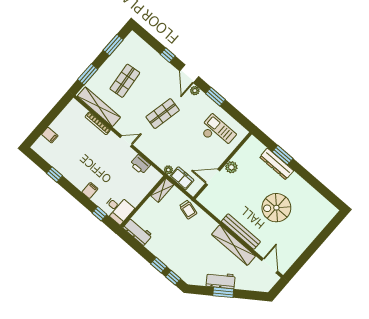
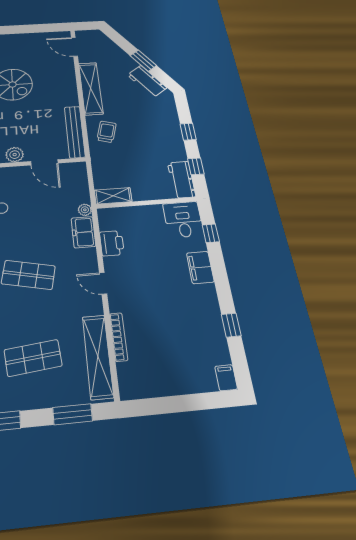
filing cabinet: (50, 135) -> (226, 378), moved
freezer: (182, 178) -> (83, 232), moved
filing cabinet: (90, 190) -> (200, 267), width x2.00
trolley: (188, 210) -> (107, 132), moved
bench: (241, 232) -> (75, 132), moved
door: (270, 266) -> (74, 47), hinge flipped
window: (173, 278) -> (196, 166), moved
workbench: (221, 280) -> (147, 81), moved

